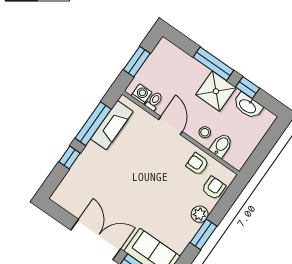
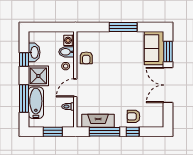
window: (213, 64) -> (24, 99), moved
bathtub: (186, 66) -> (36, 103), added
washing machine: (142, 94) -> (69, 40), moved
armchair: (214, 188) -> (133, 116), moved
plant: (200, 214) -> (113, 37), removed
window: (203, 234) -> (123, 27), width x1.44

